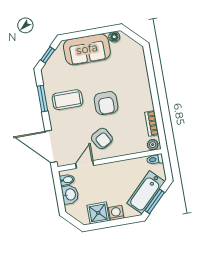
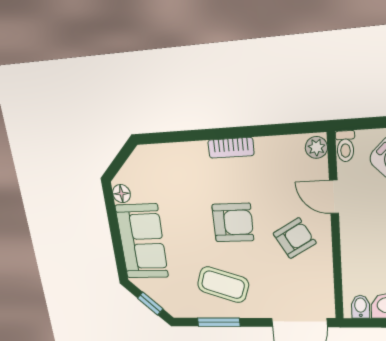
coffee table: (67, 100) -> (223, 285), turned -71
bookcase: (152, 123) -> (231, 148), moved
door: (85, 164) -> (334, 197), moved

